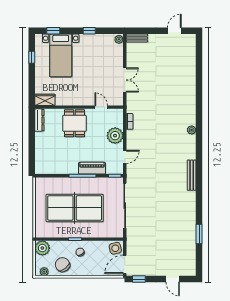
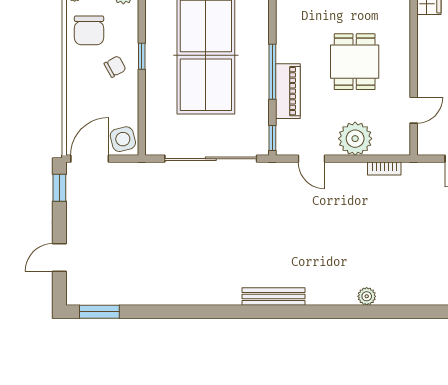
dining table: (74, 123) -> (355, 62), moved, turned 90
window: (199, 234) -> (99, 312), moved
door: (125, 264) -> (90, 159), hinge flipped
chair: (63, 265) -> (89, 30), turned 127

